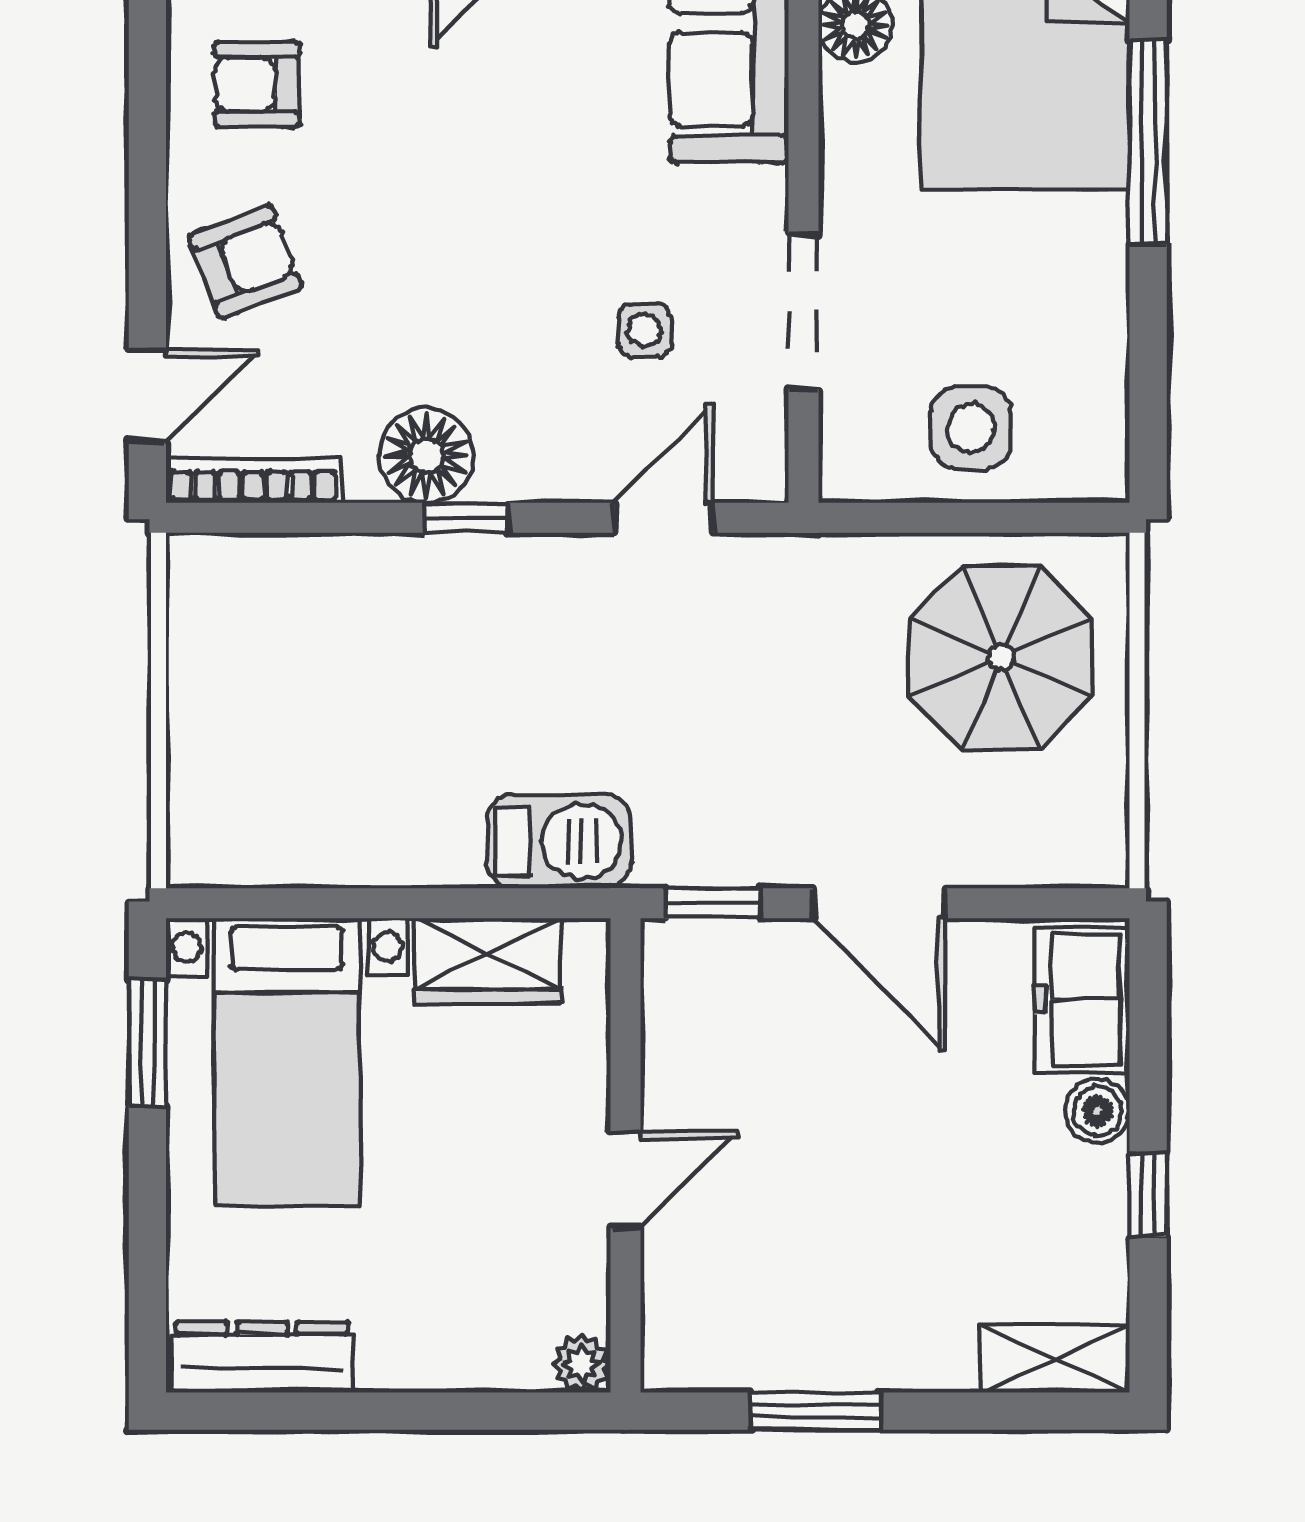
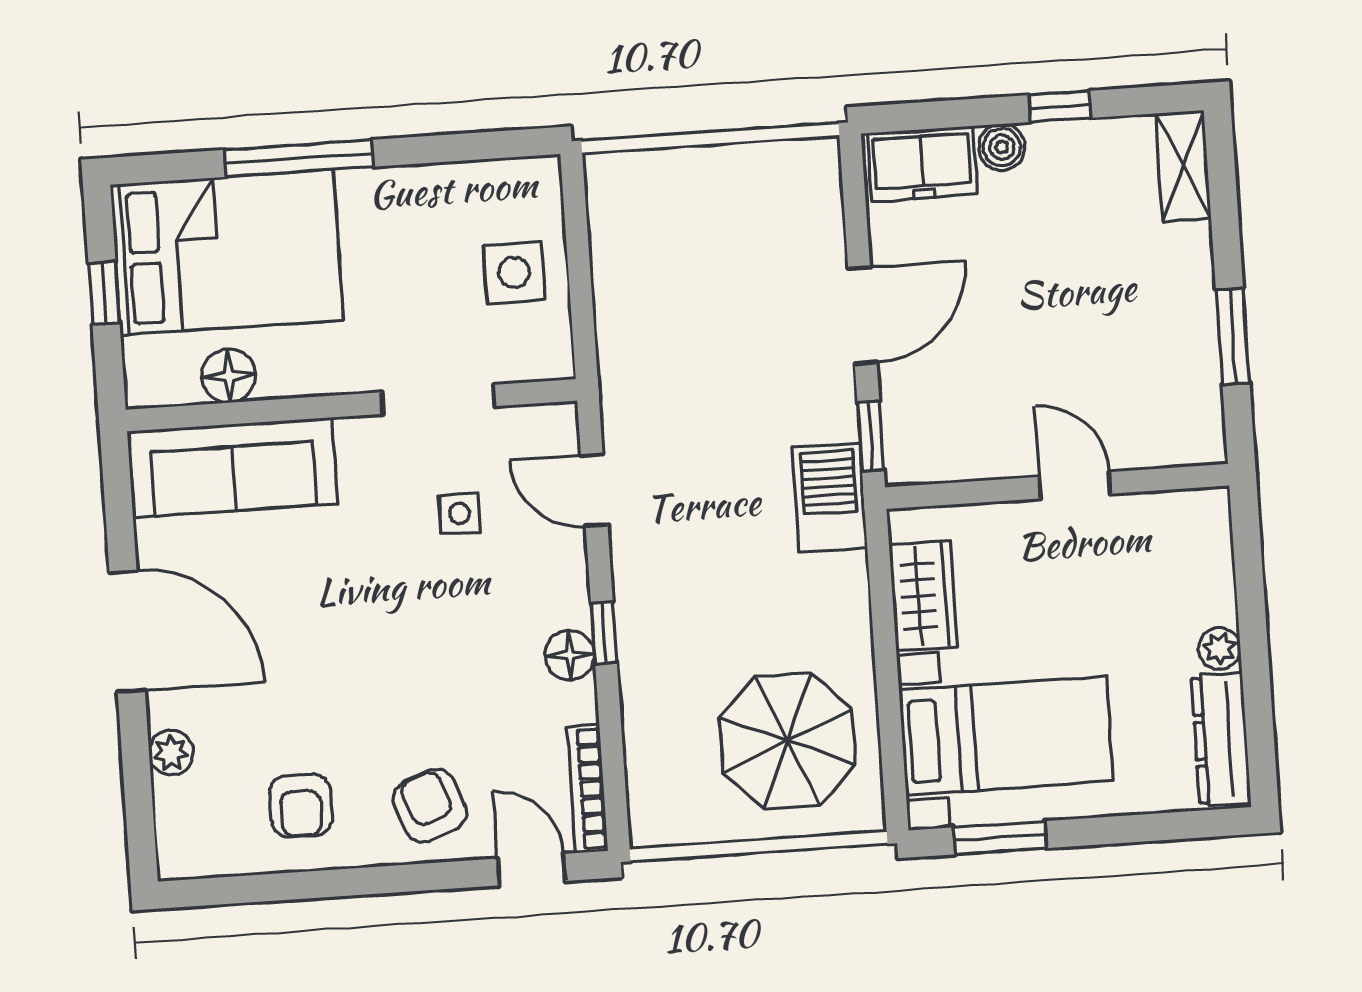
floor lamp: (426, 456) -> (570, 655), width x0.73, depth x0.73
parasol: (1001, 657) -> (788, 741), moved
barbecue: (559, 841) -> (830, 498), moved
plant: (582, 1364) -> (1220, 648), moved

